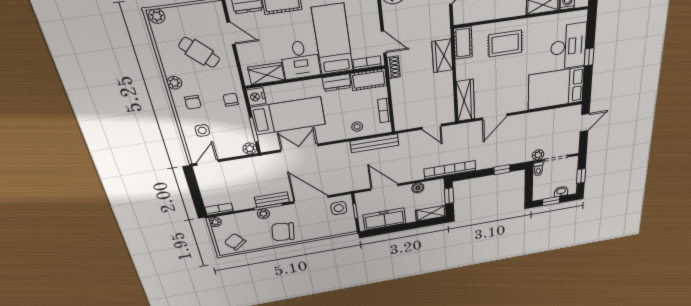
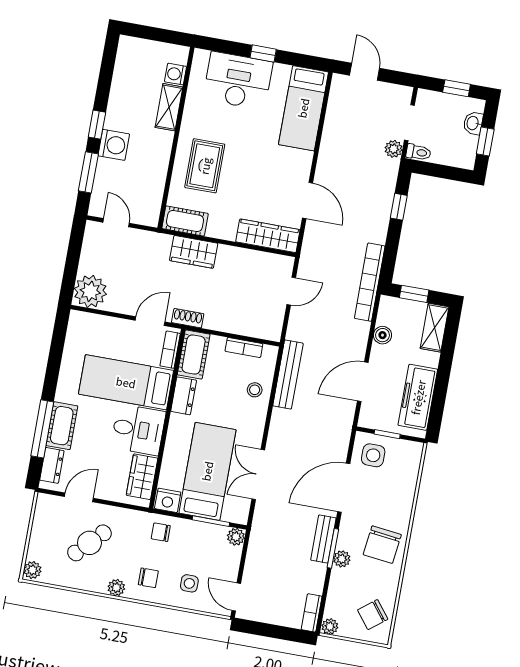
bed: (556, 88) -> (303, 108), width x0.67

